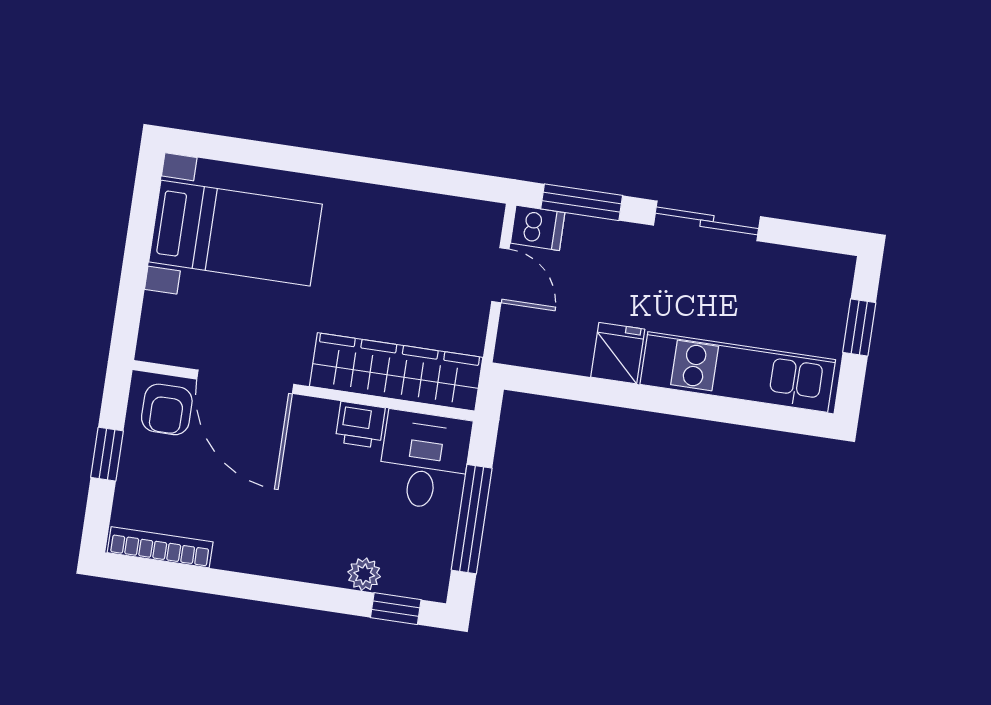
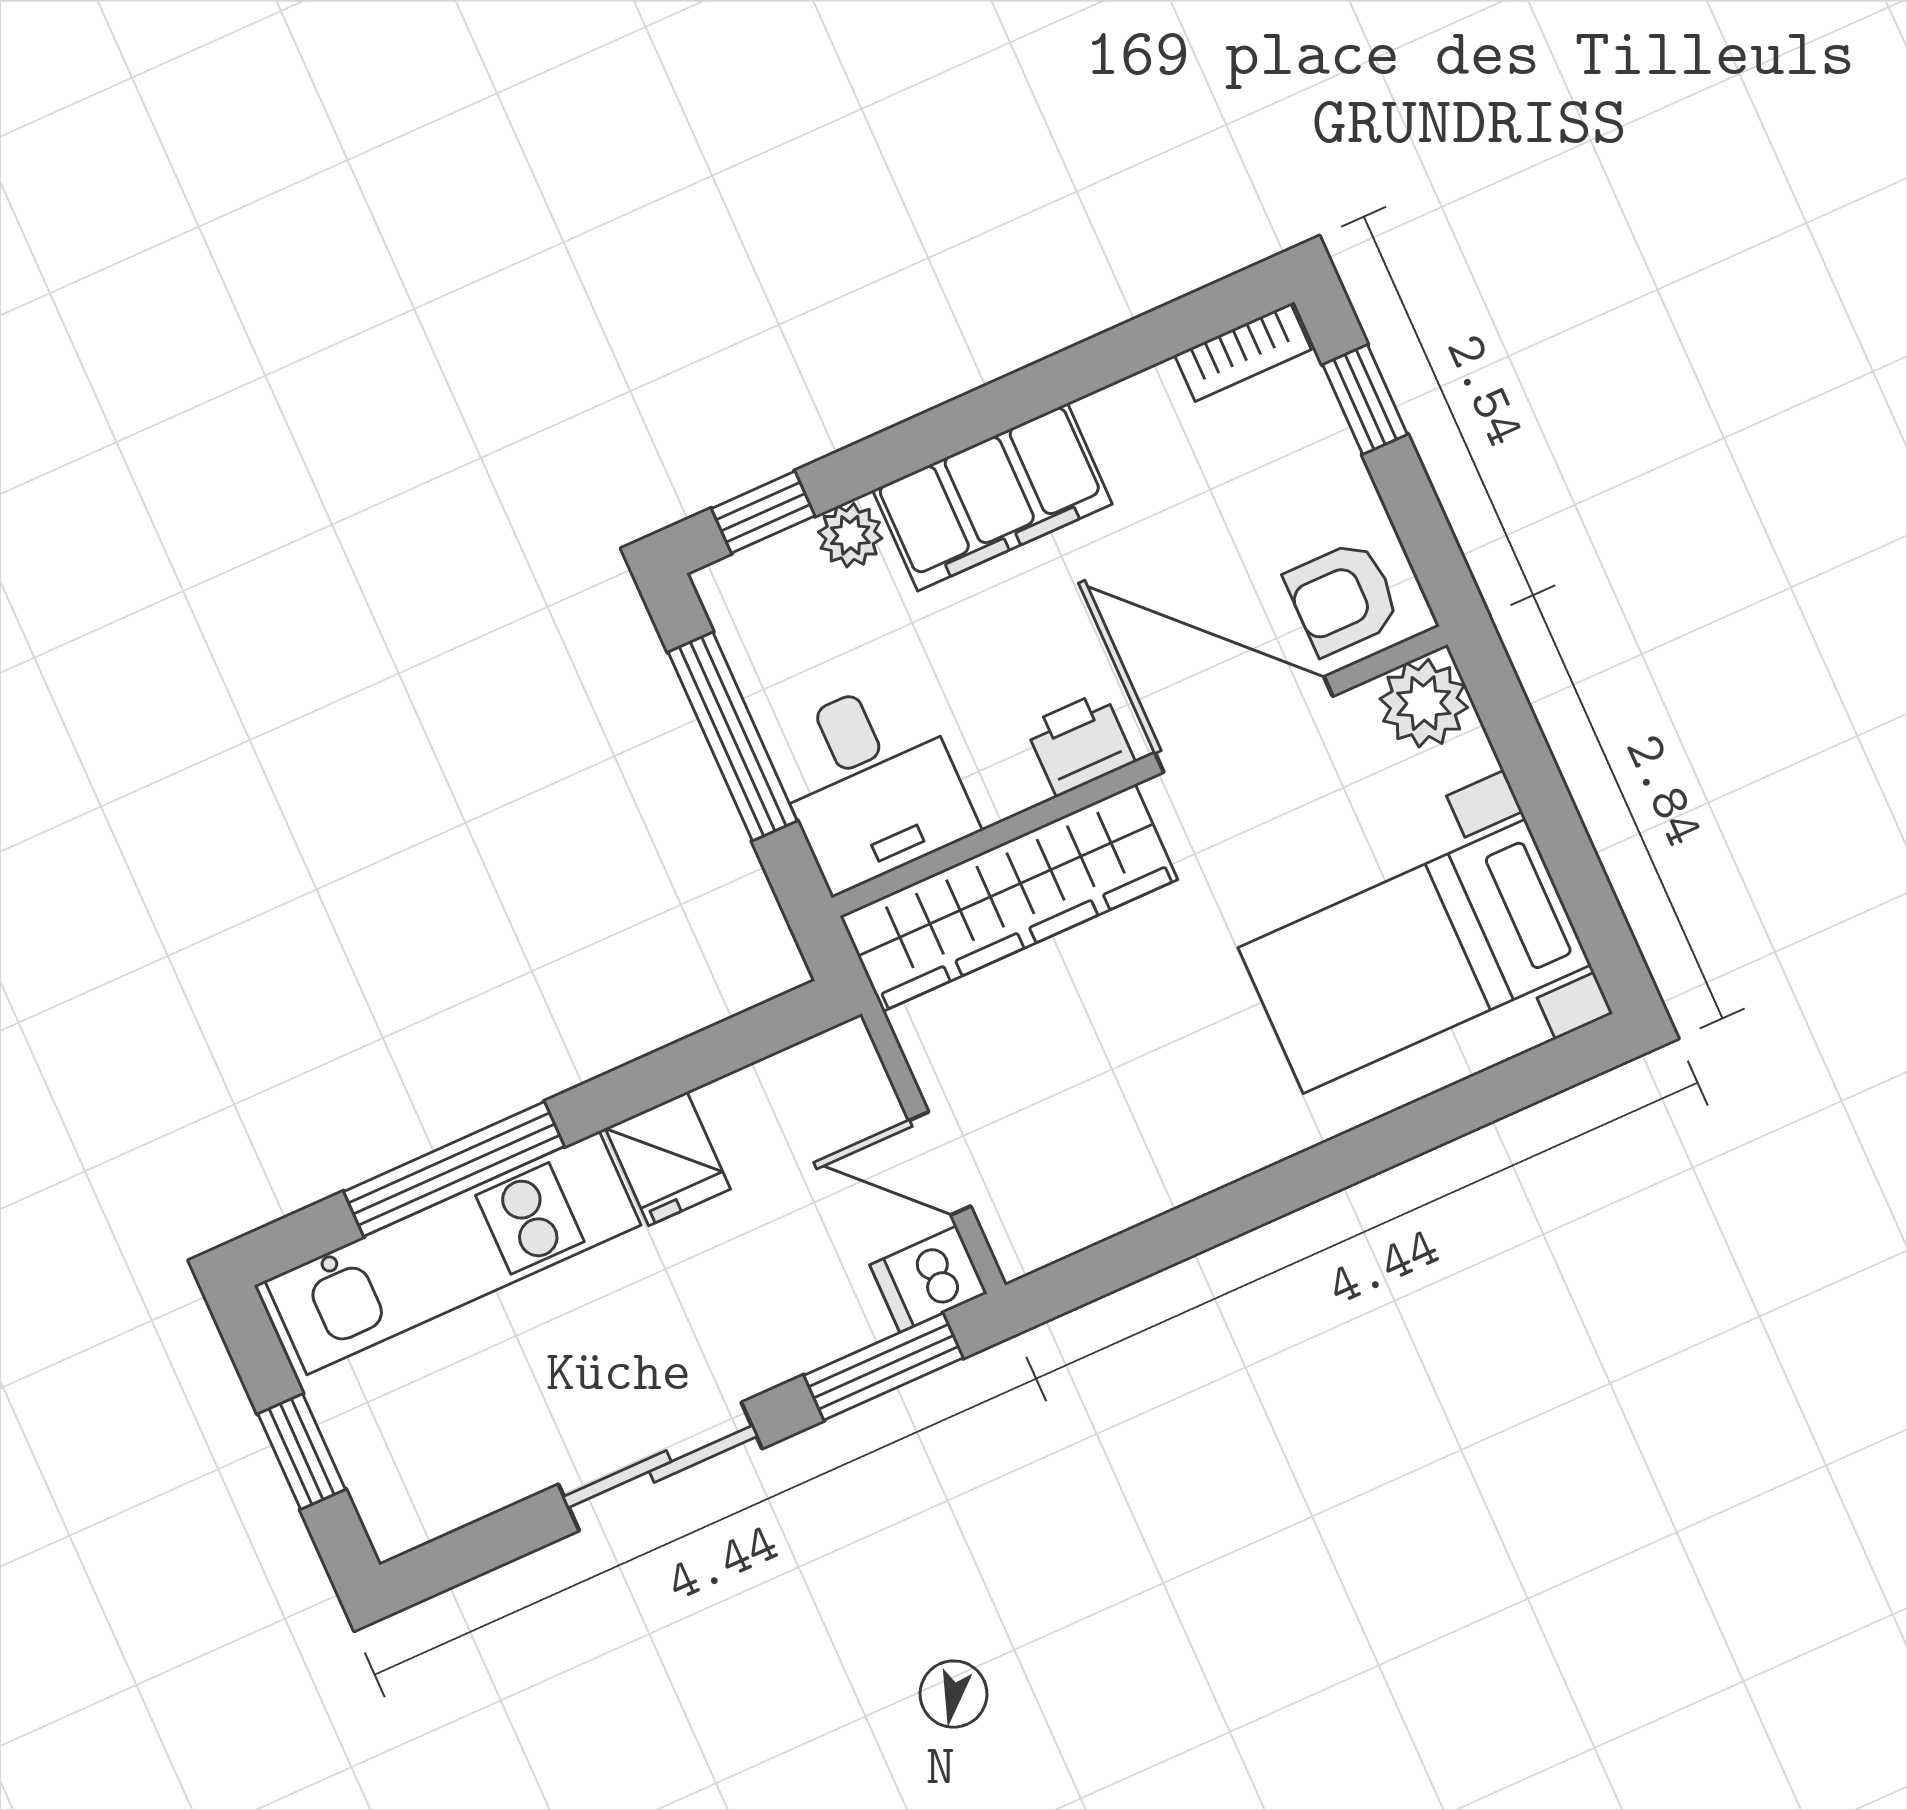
plant: (161, 341) -> (1424, 703), added
window: (714, 408) -> (454, 1169), added
armchair: (167, 409) -> (1343, 598), turned -90
printer: (360, 425) -> (1080, 744), moved
window: (107, 454) -> (1365, 400), moved
bookcase: (160, 547) -> (1243, 352), width x0.64
filing cabinet: (291, 551) -> (992, 497), added

